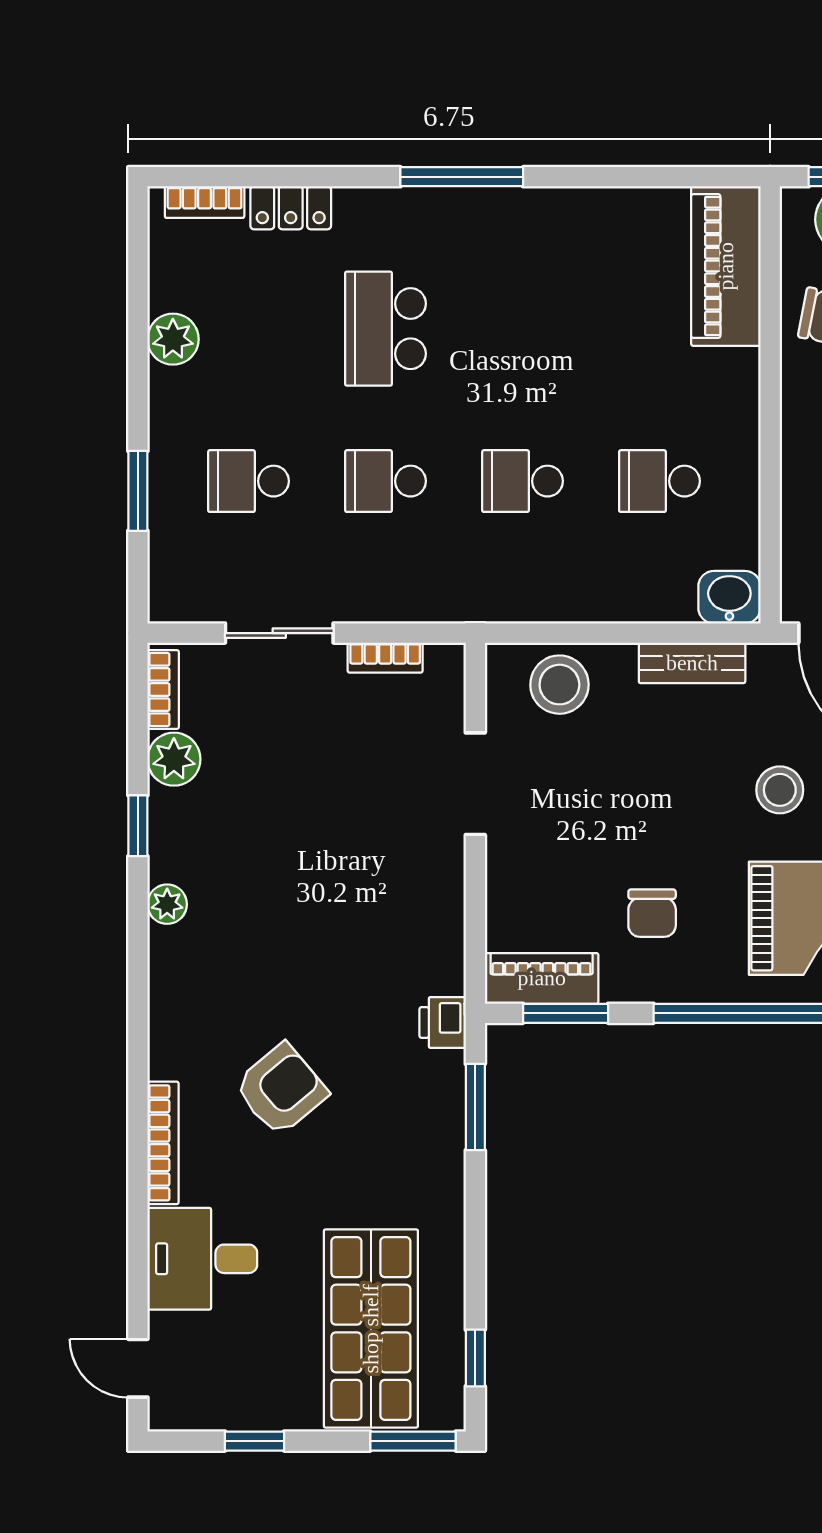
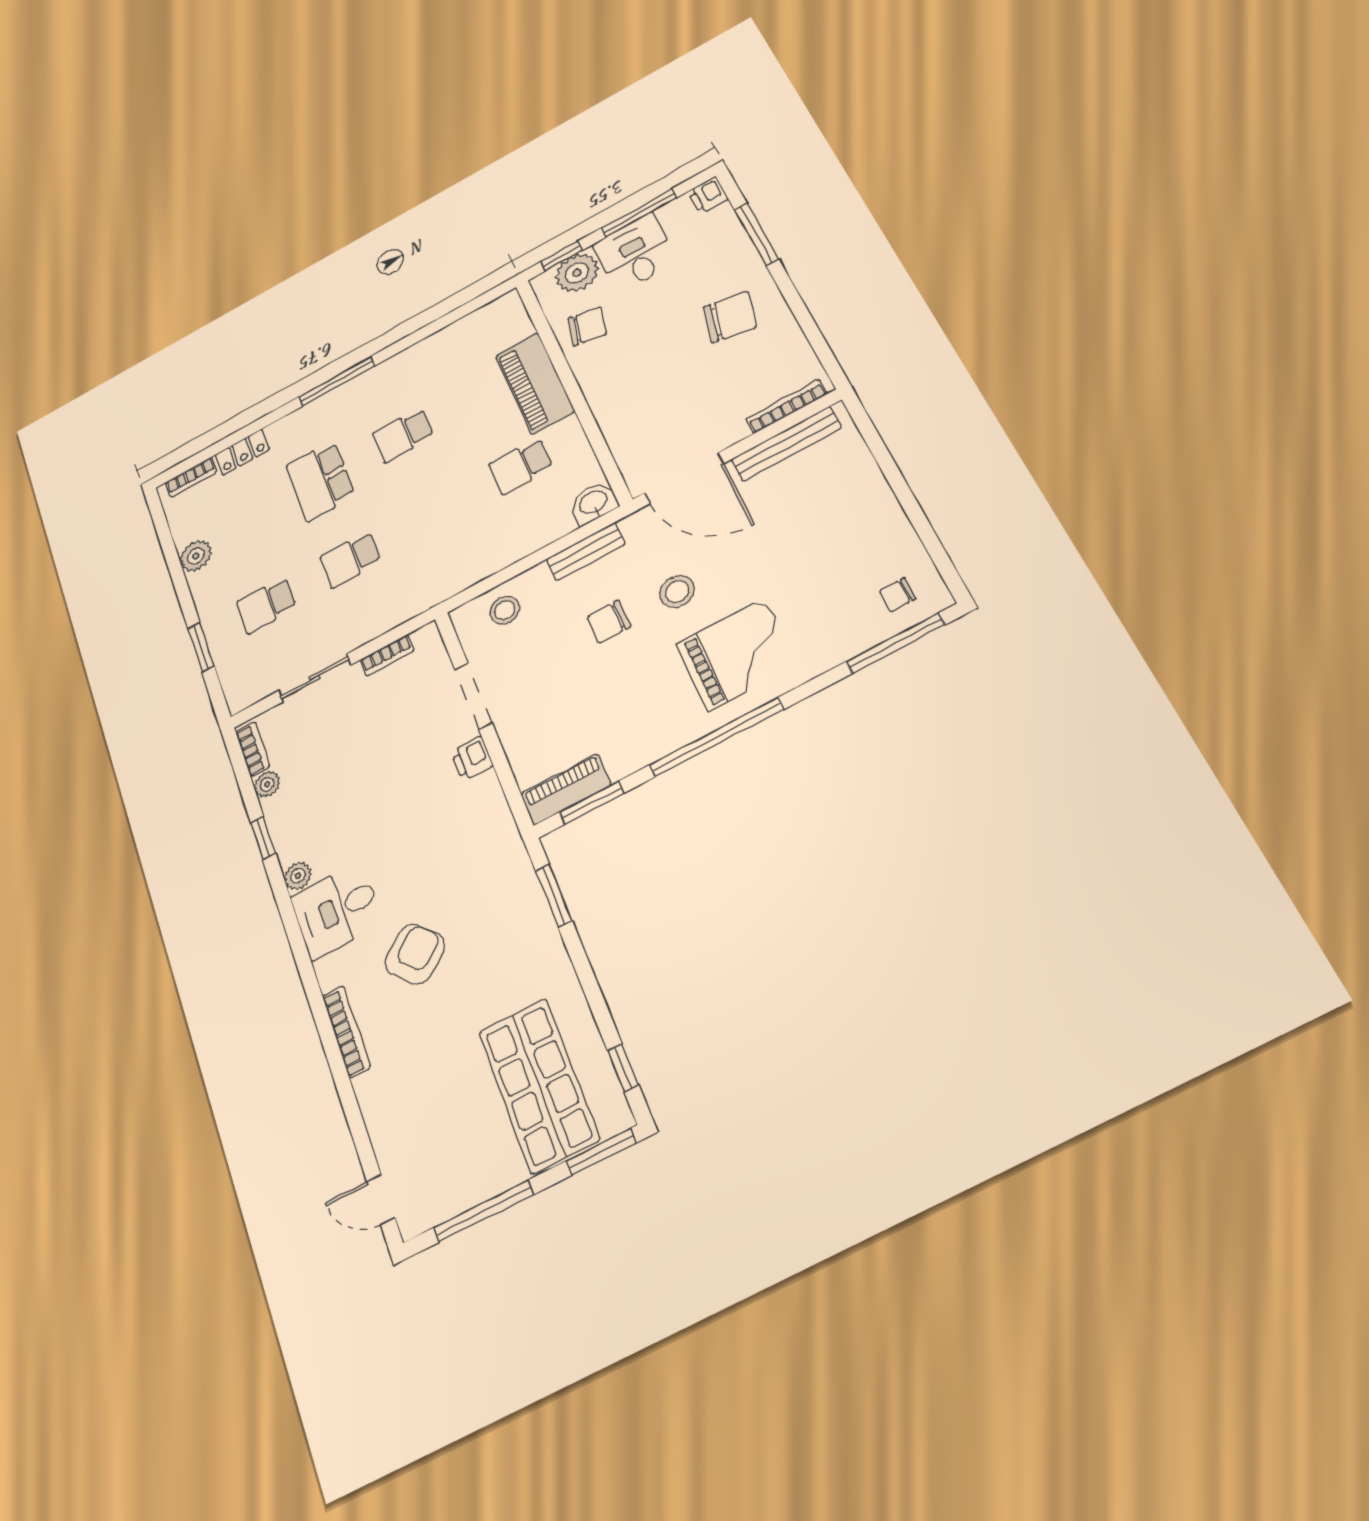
piano: (726, 266) -> (535, 383), moved
school desk: (522, 481) -> (403, 435), moved
stool: (559, 685) -> (505, 610), width x0.73, depth x0.73
plant: (174, 759) -> (267, 784), width x0.73, depth x0.73
chair: (652, 913) -> (609, 622), moved, turned 90
printer: (443, 1022) -> (472, 759), moved
desk: (202, 1259) -> (337, 910), moved
window: (255, 1441) -> (484, 1211), width x2.17

